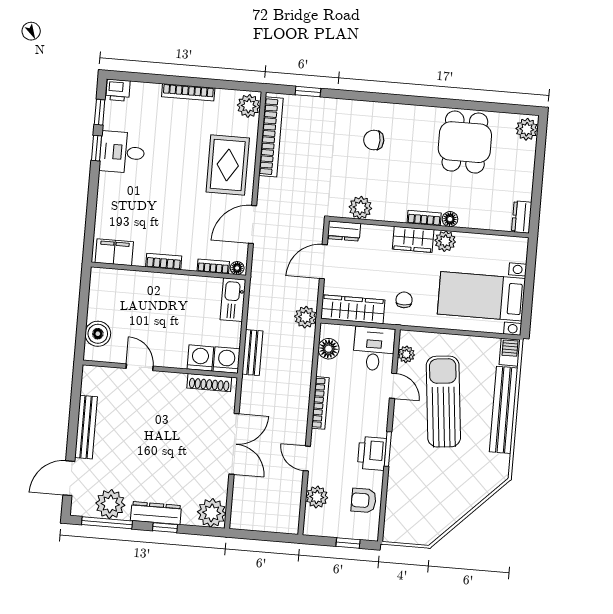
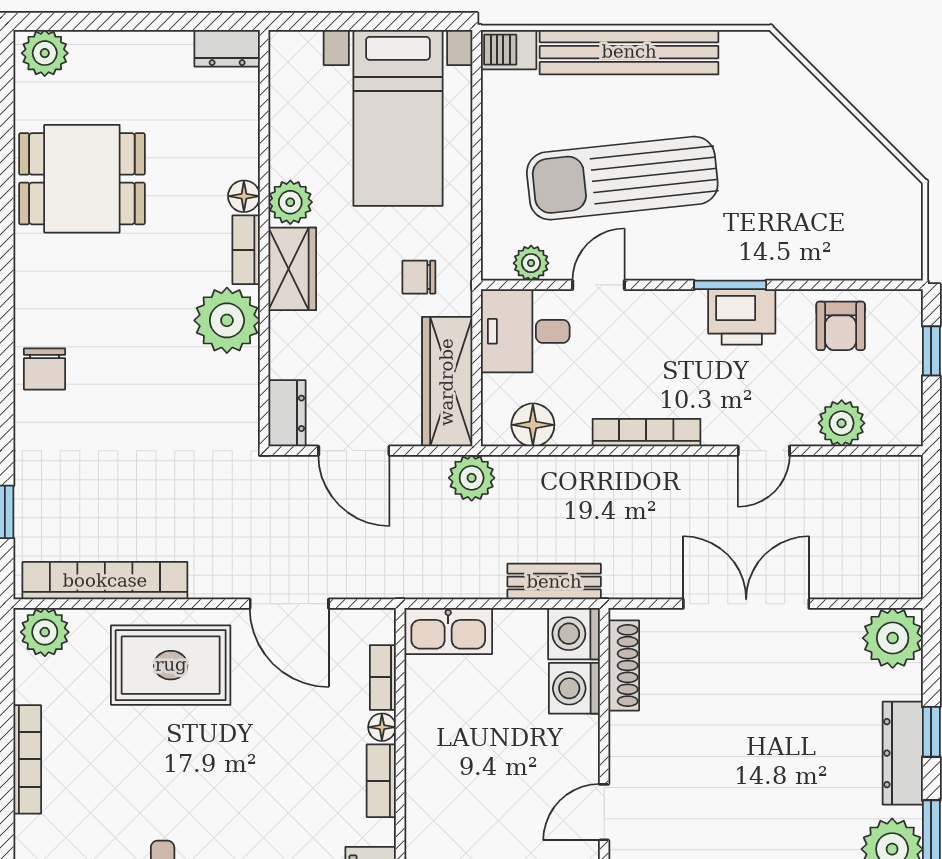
chair: (374, 140) -> (45, 369), moved
plant: (360, 208) -> (227, 320), moved, width x1.36, depth x1.36
floor lamp: (237, 268) -> (382, 727), moved

